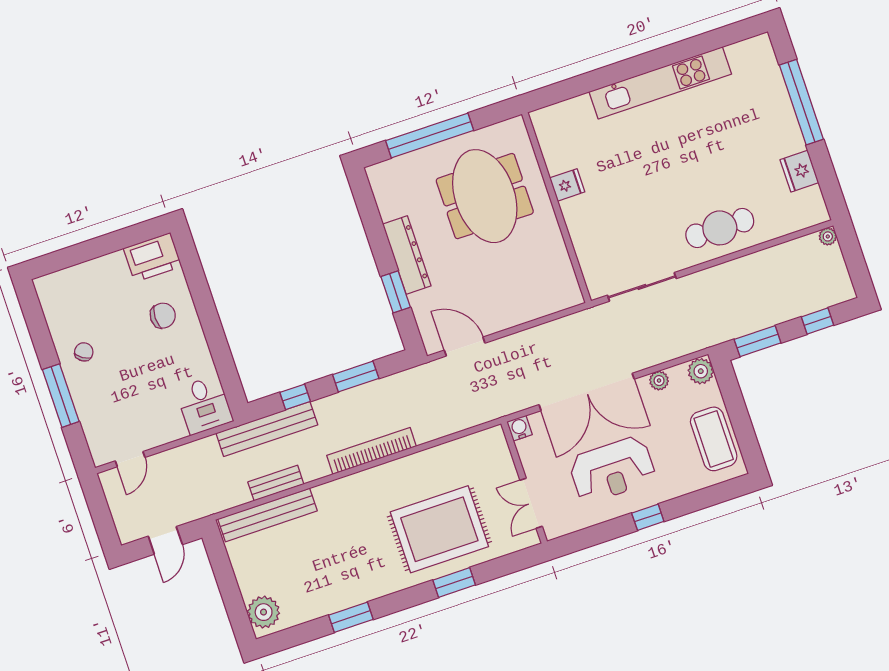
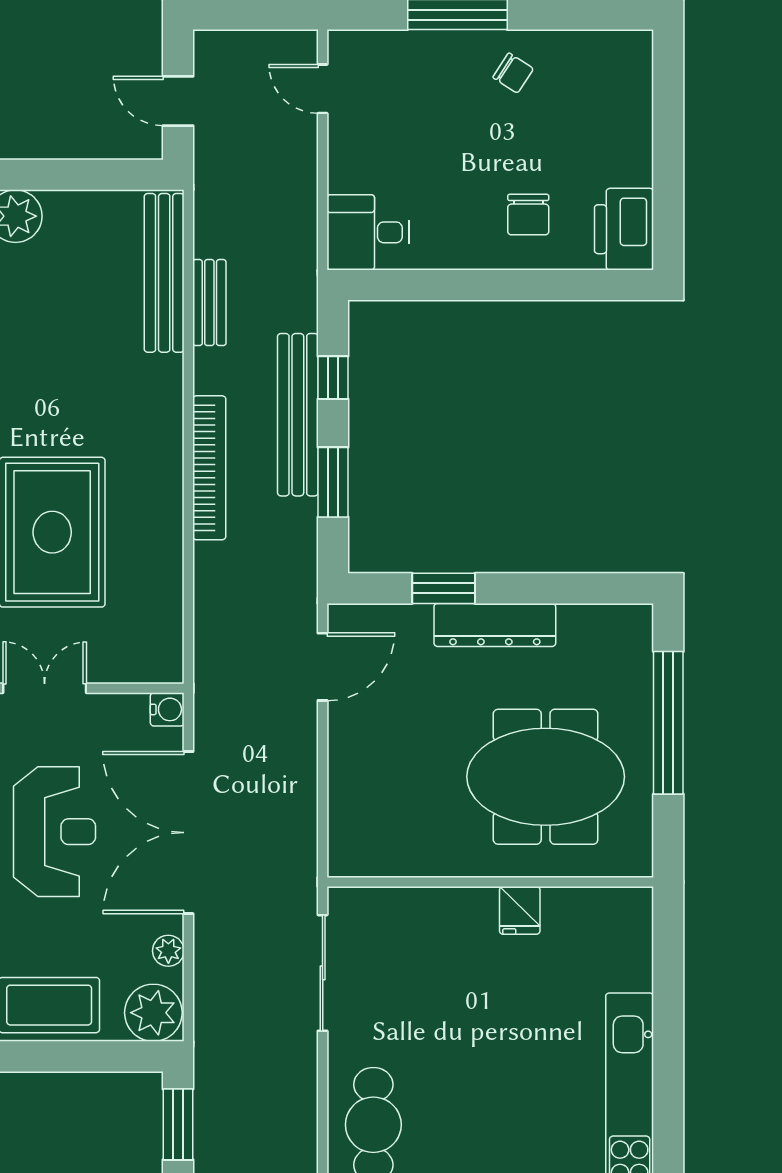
plant: (701, 371) -> (153, 1013), width x1.36, depth x1.36
bench: (267, 429) -> (298, 415), moved
reception desk: (612, 470) -> (54, 832), turned 180

